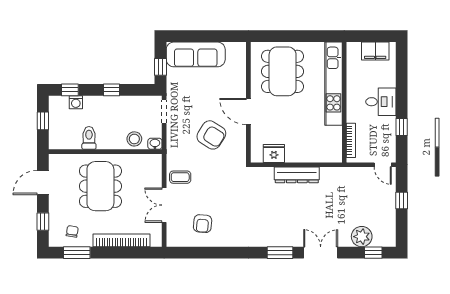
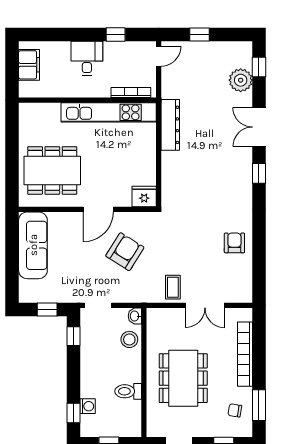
sofa: (196, 54) -> (33, 245), moved
kitchen unit: (333, 84) -> (109, 112), moved
window: (111, 90) -> (73, 336), moved
fridge: (274, 153) -> (144, 197), moved, turned 90
dresser: (297, 175) -> (170, 125), moved
dining table: (100, 186) -> (183, 378), turned 90
armchair: (203, 224) -> (234, 243), moved, turned -95
window: (280, 253) -> (259, 173), width x0.67

